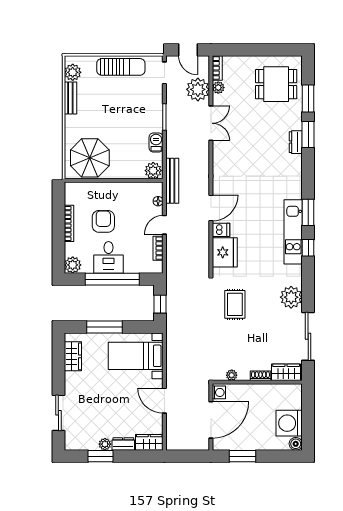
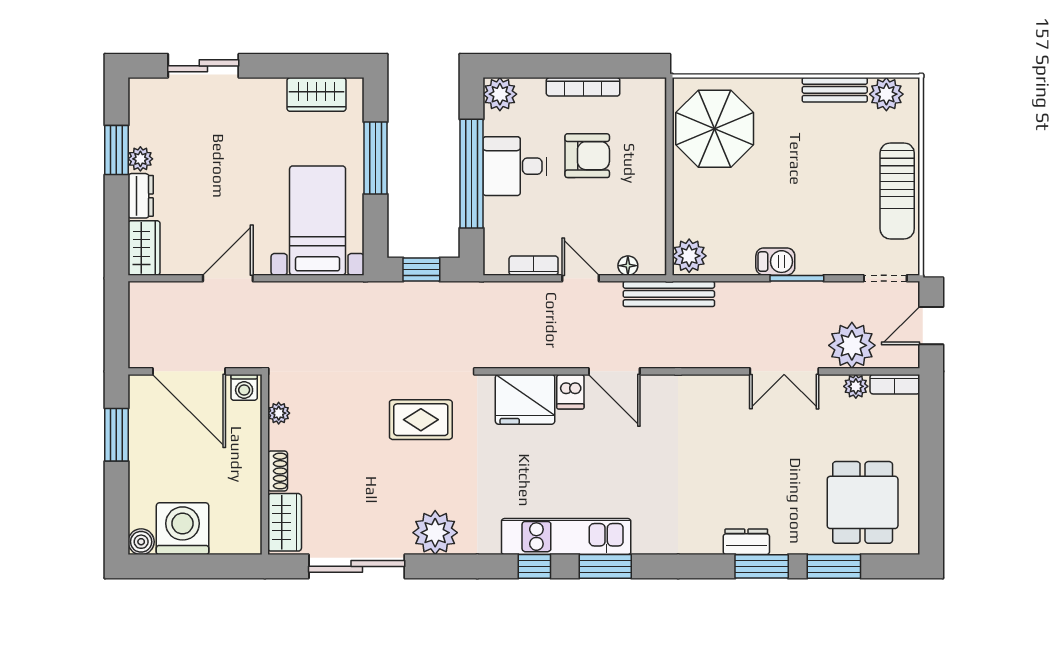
barbecue: (156, 143) -> (775, 262), moved

